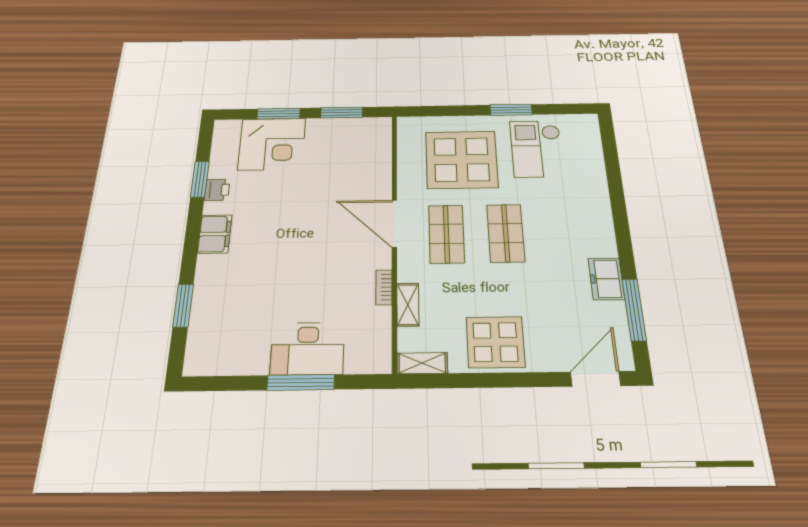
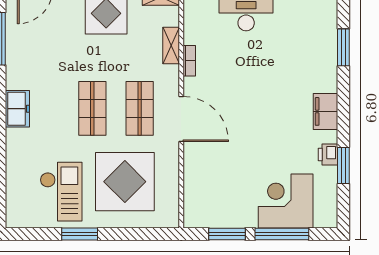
window: (279, 114) -> (282, 234), width x1.44
freezer: (606, 279) -> (17, 109), moved

